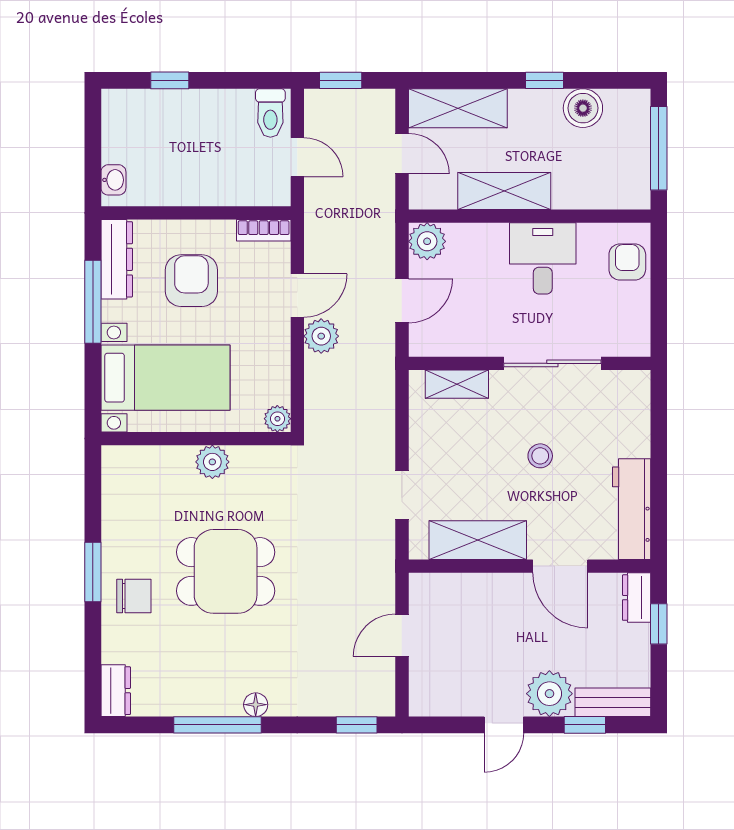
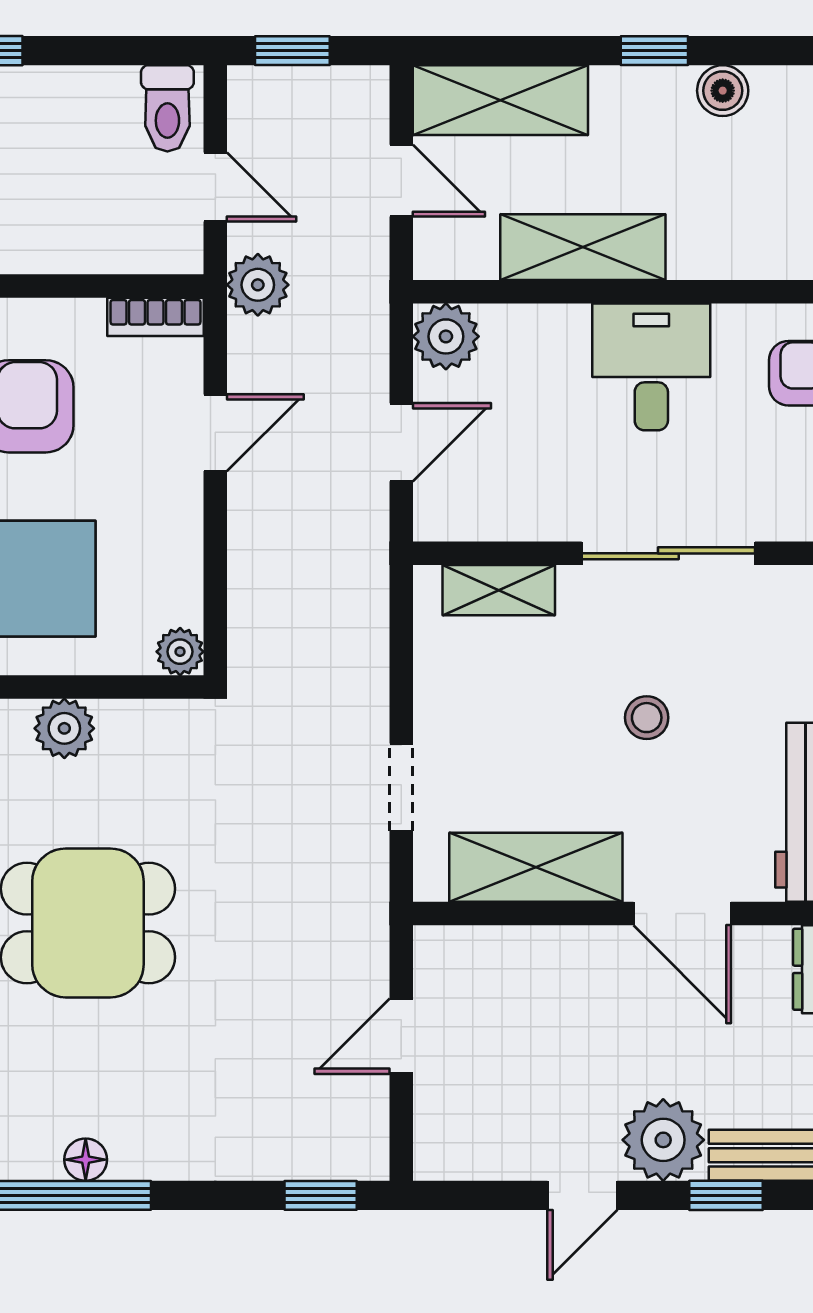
boiler: (583, 108) -> (723, 91), width x0.73, depth x0.73
plant: (321, 336) -> (258, 285), moved
floor lamp: (256, 705) -> (86, 1160), moved

